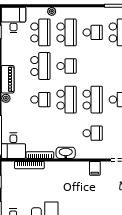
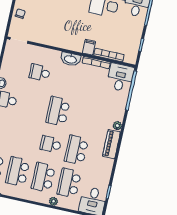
school desk: (93, 32) -> (18, 172), width x1.85
school desk: (40, 100) -> (84, 117), removed
school desk: (93, 100) -> (32, 106), removed
filing cabinet: (95, 168) -> (89, 47), moved

